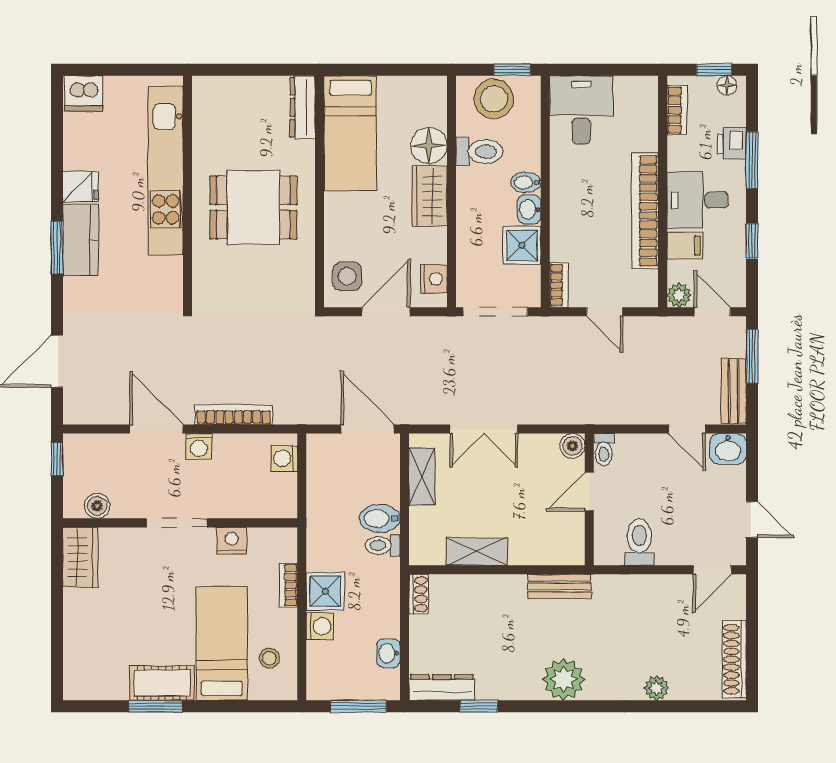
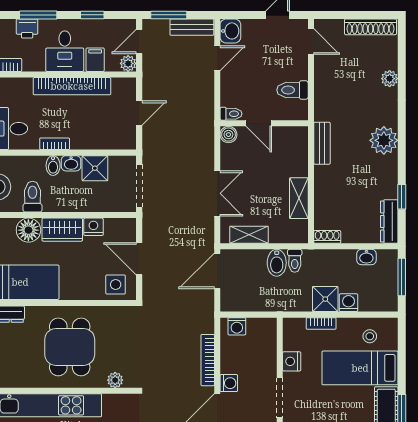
plant: (204, 276) -> (115, 380), added
nightstand: (434, 279) -> (93, 227), moved
bookcase: (559, 285) -> (55, 144), moved

